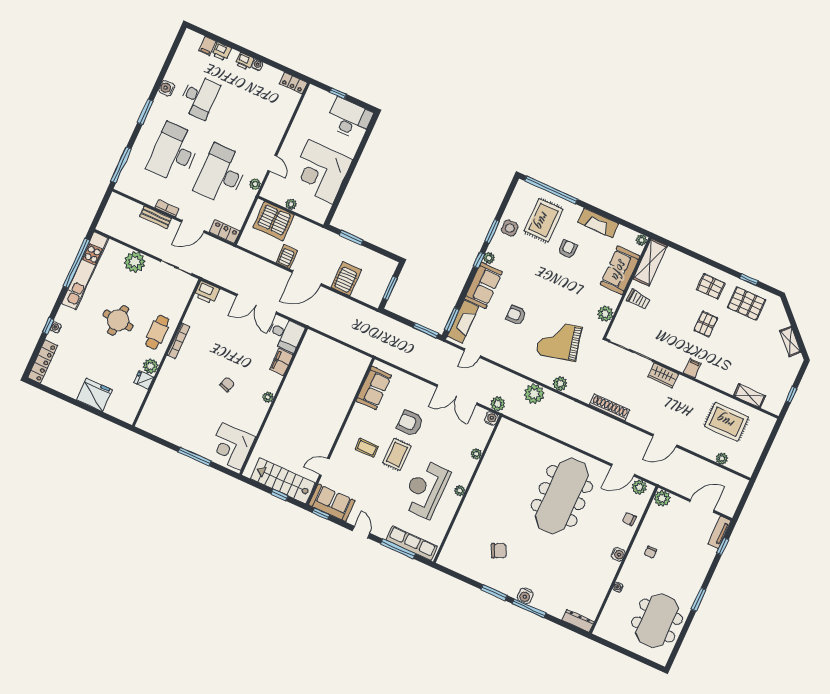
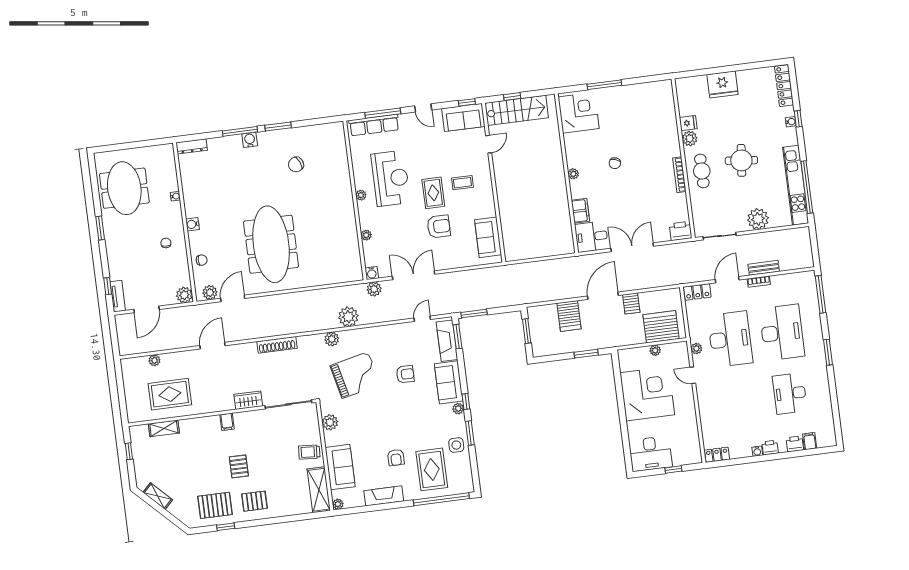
water cooler: (167, 88) -> (822, 384), removed

